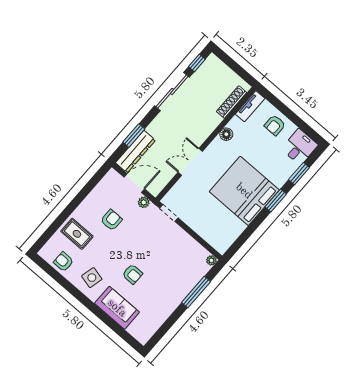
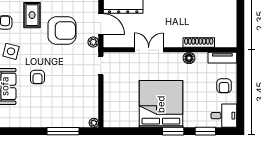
shoe rack: (232, 102) -> (199, 42), moved
armchair: (275, 125) -> (224, 86), turned -90
armchair: (111, 220) -> (62, 31), width x1.88, depth x1.88

